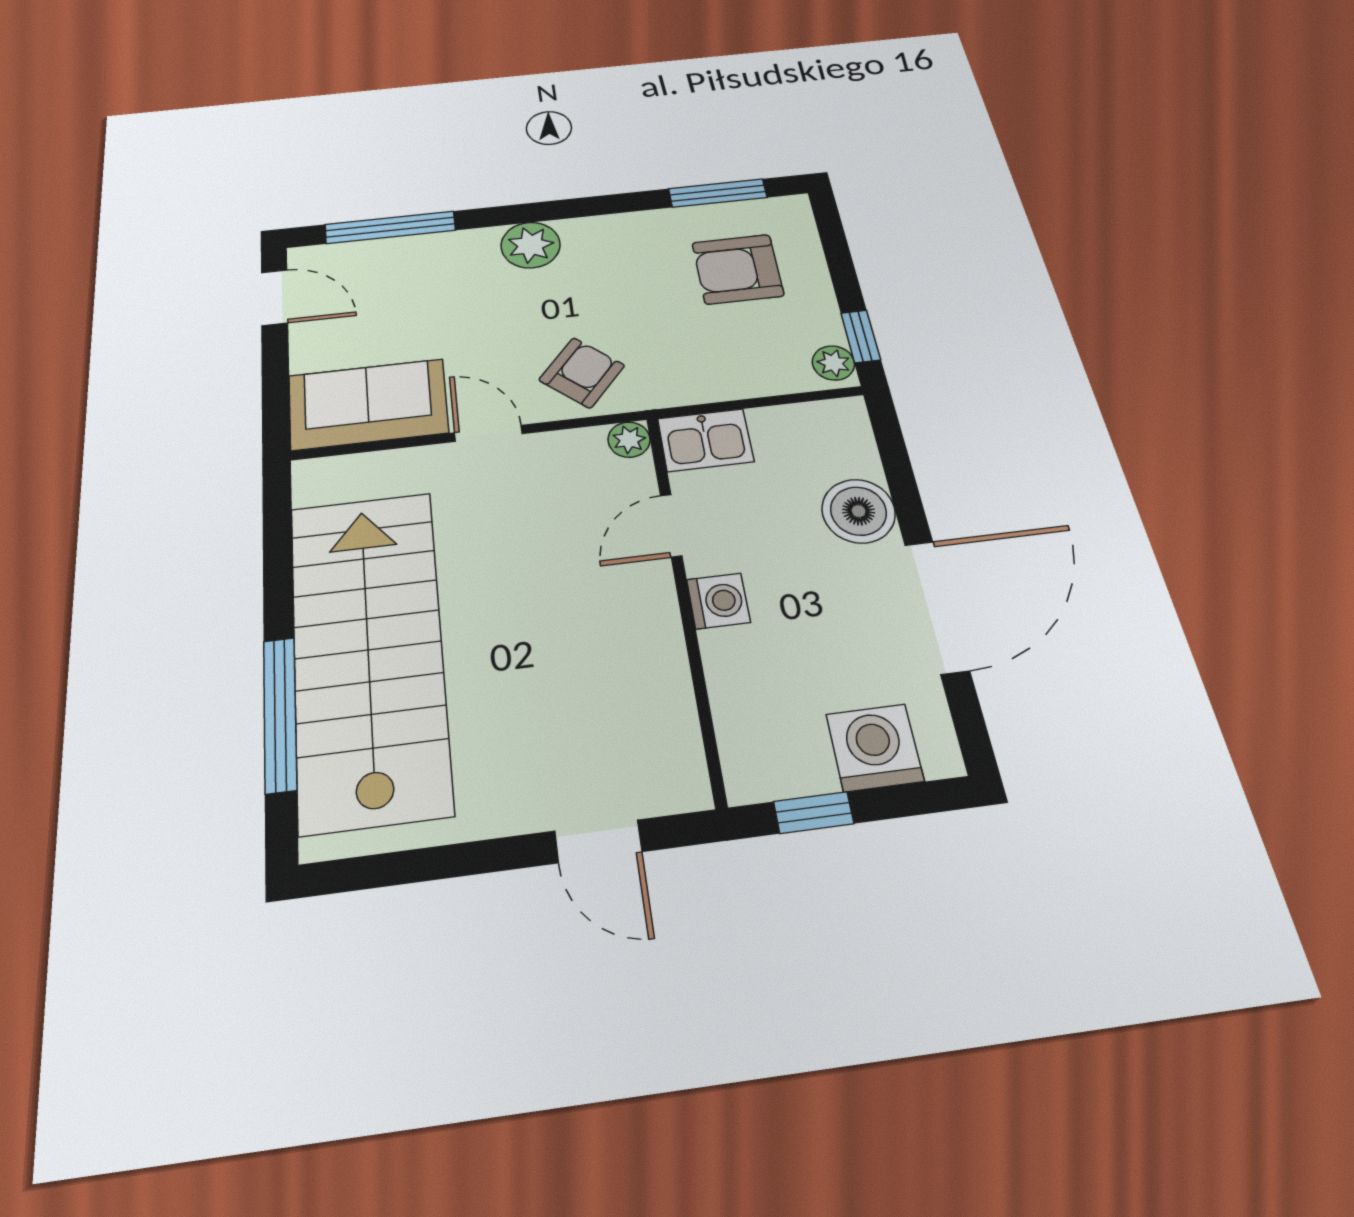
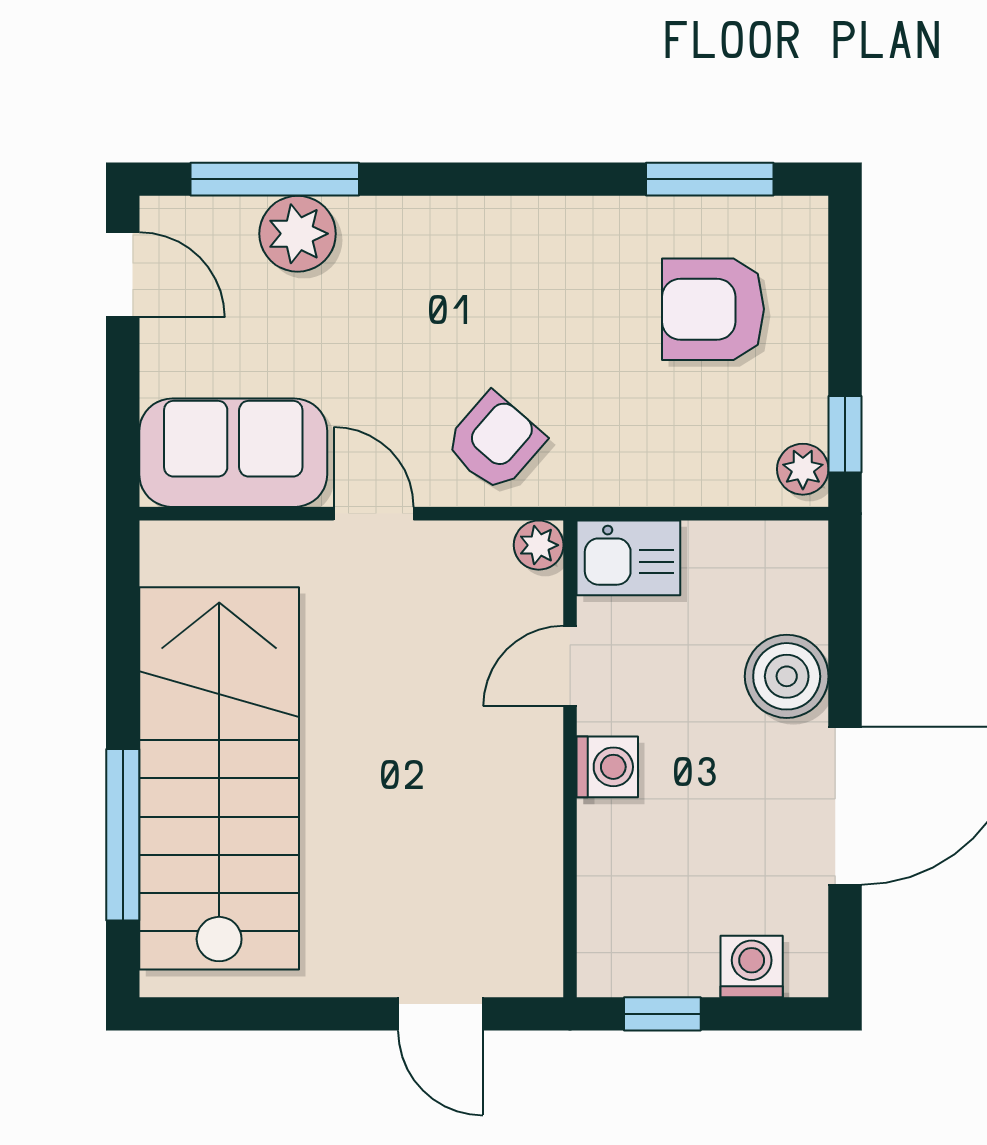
plant: (531, 245) -> (298, 234), moved
washing machine: (875, 748) -> (752, 966), width x0.73, depth x0.73

